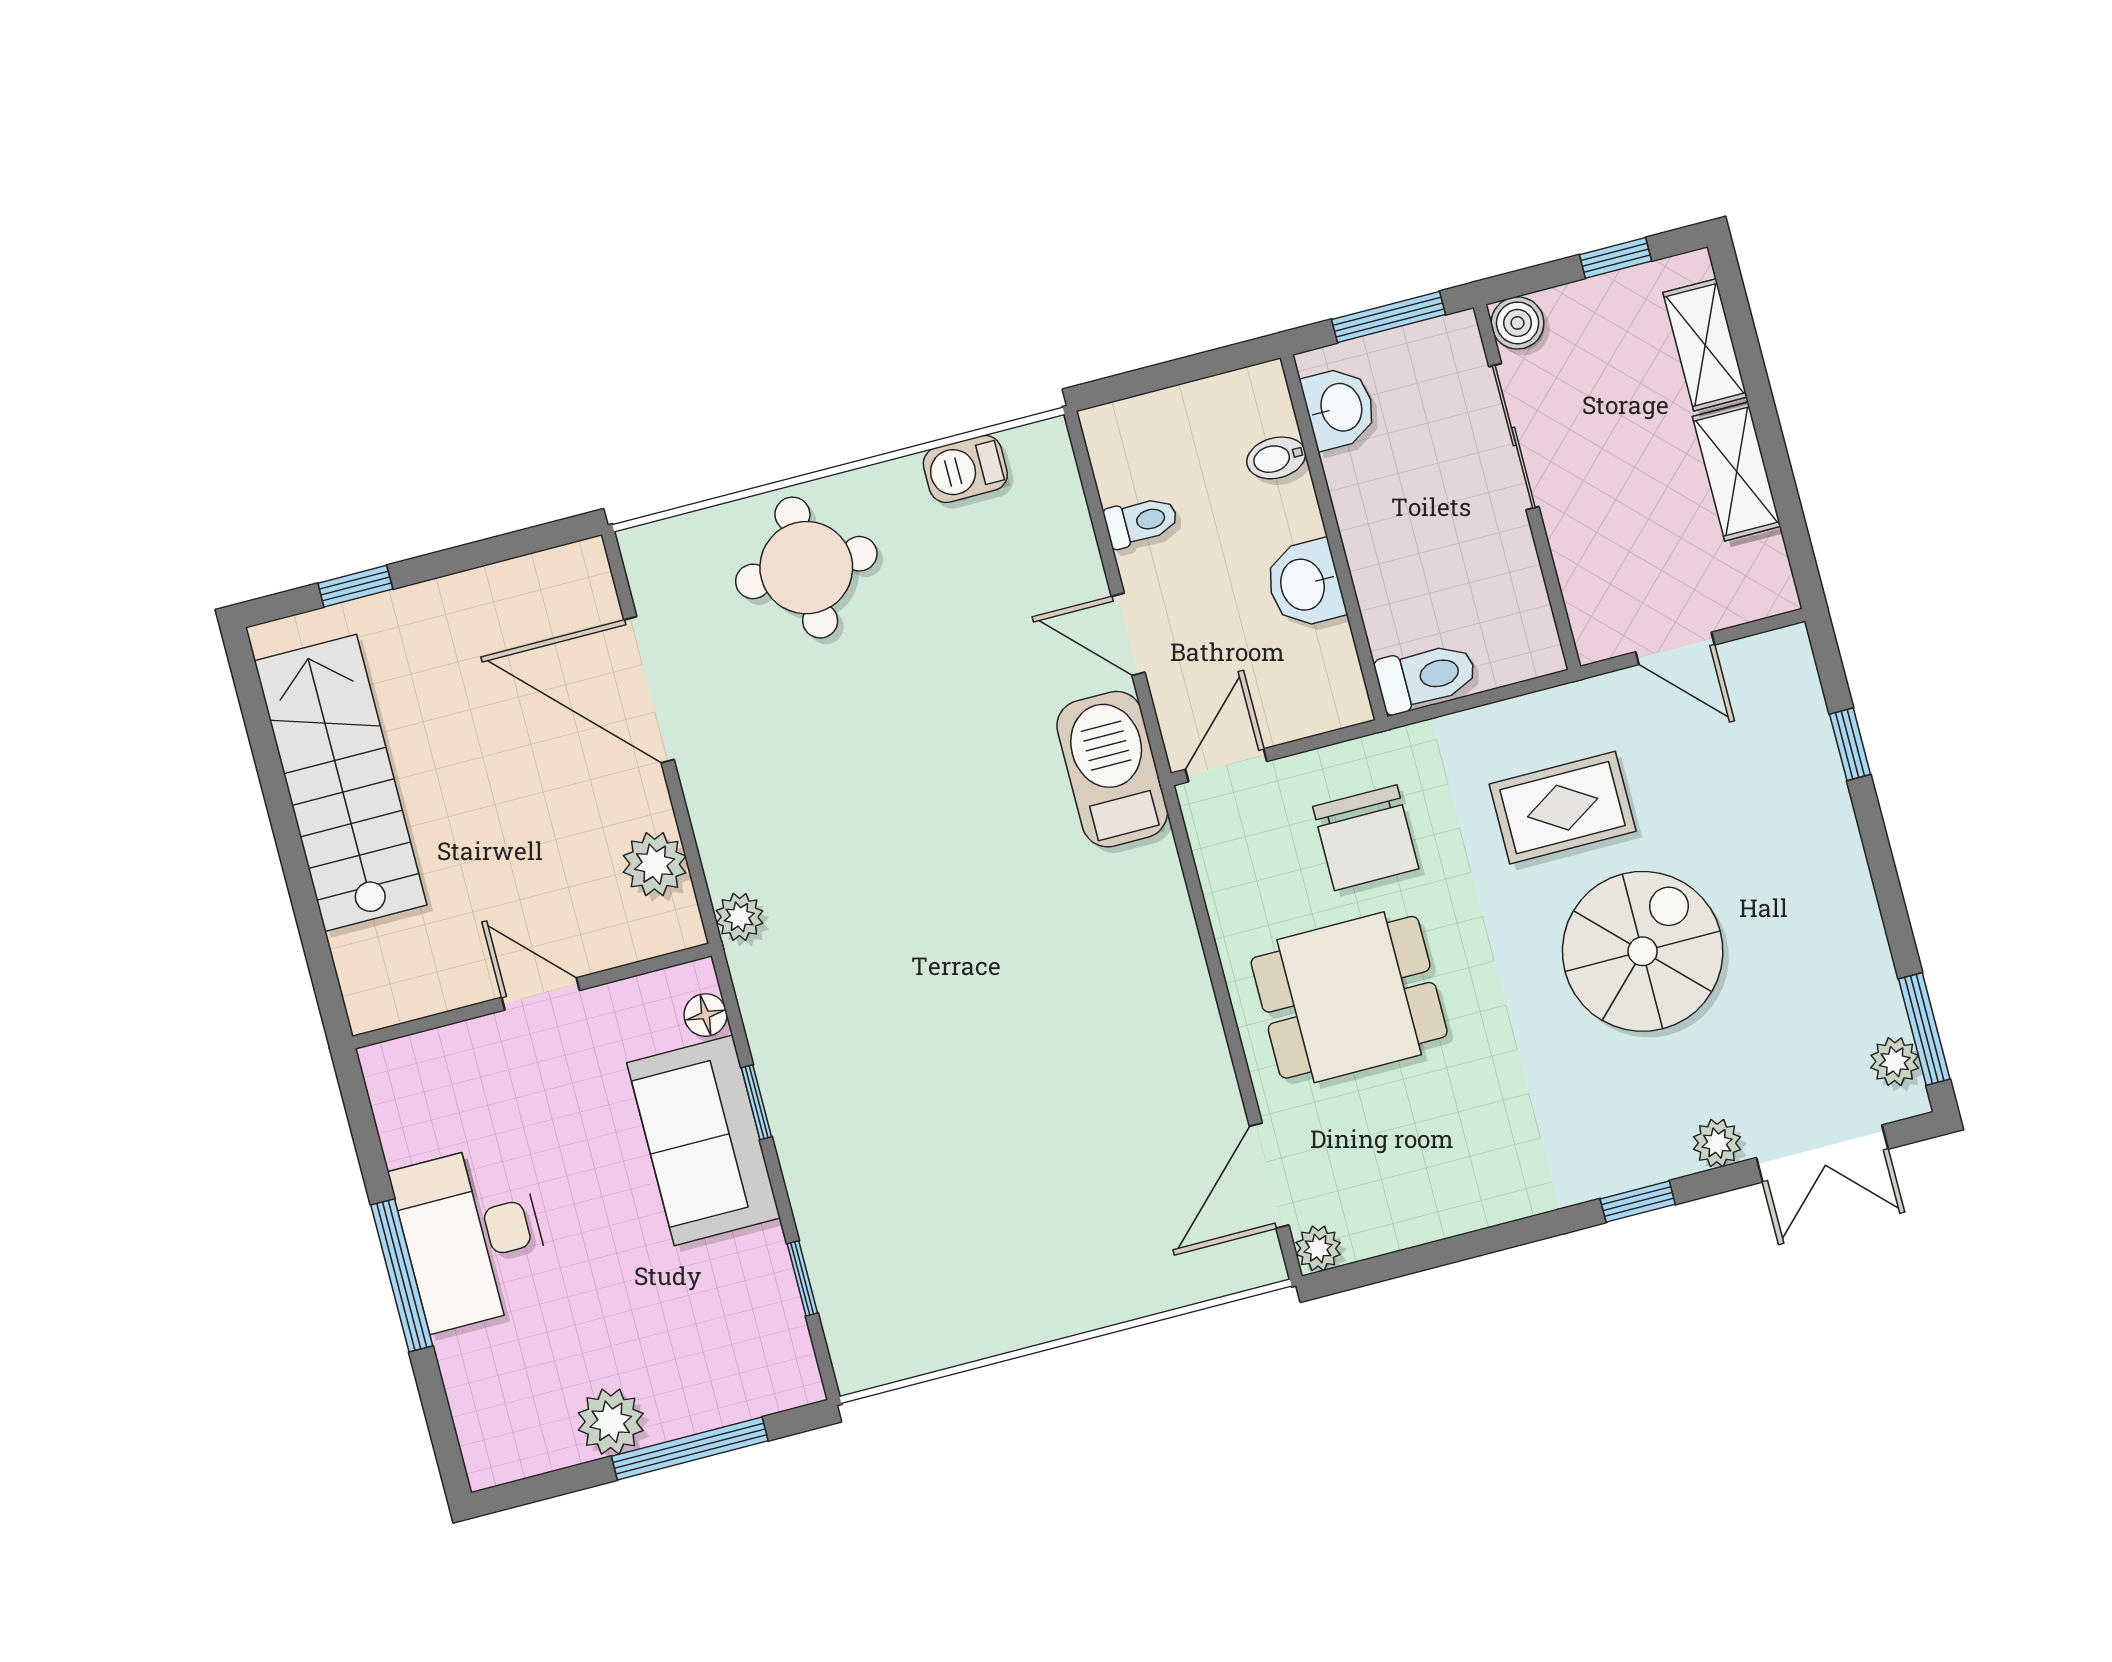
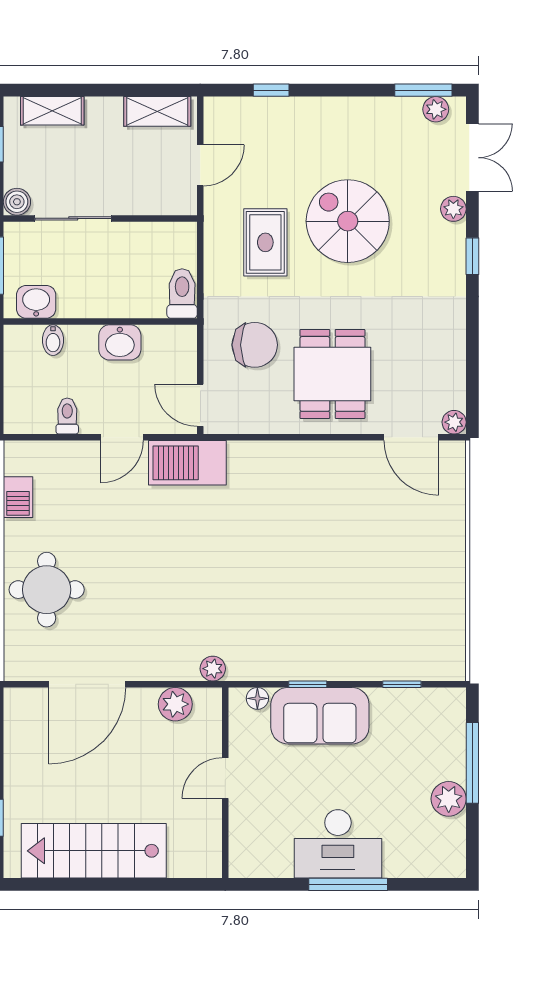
shelving: (1737, 471) -> (157, 111), moved

